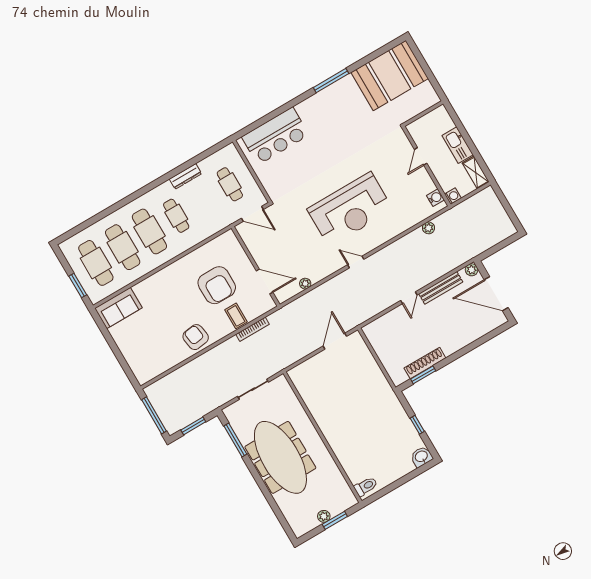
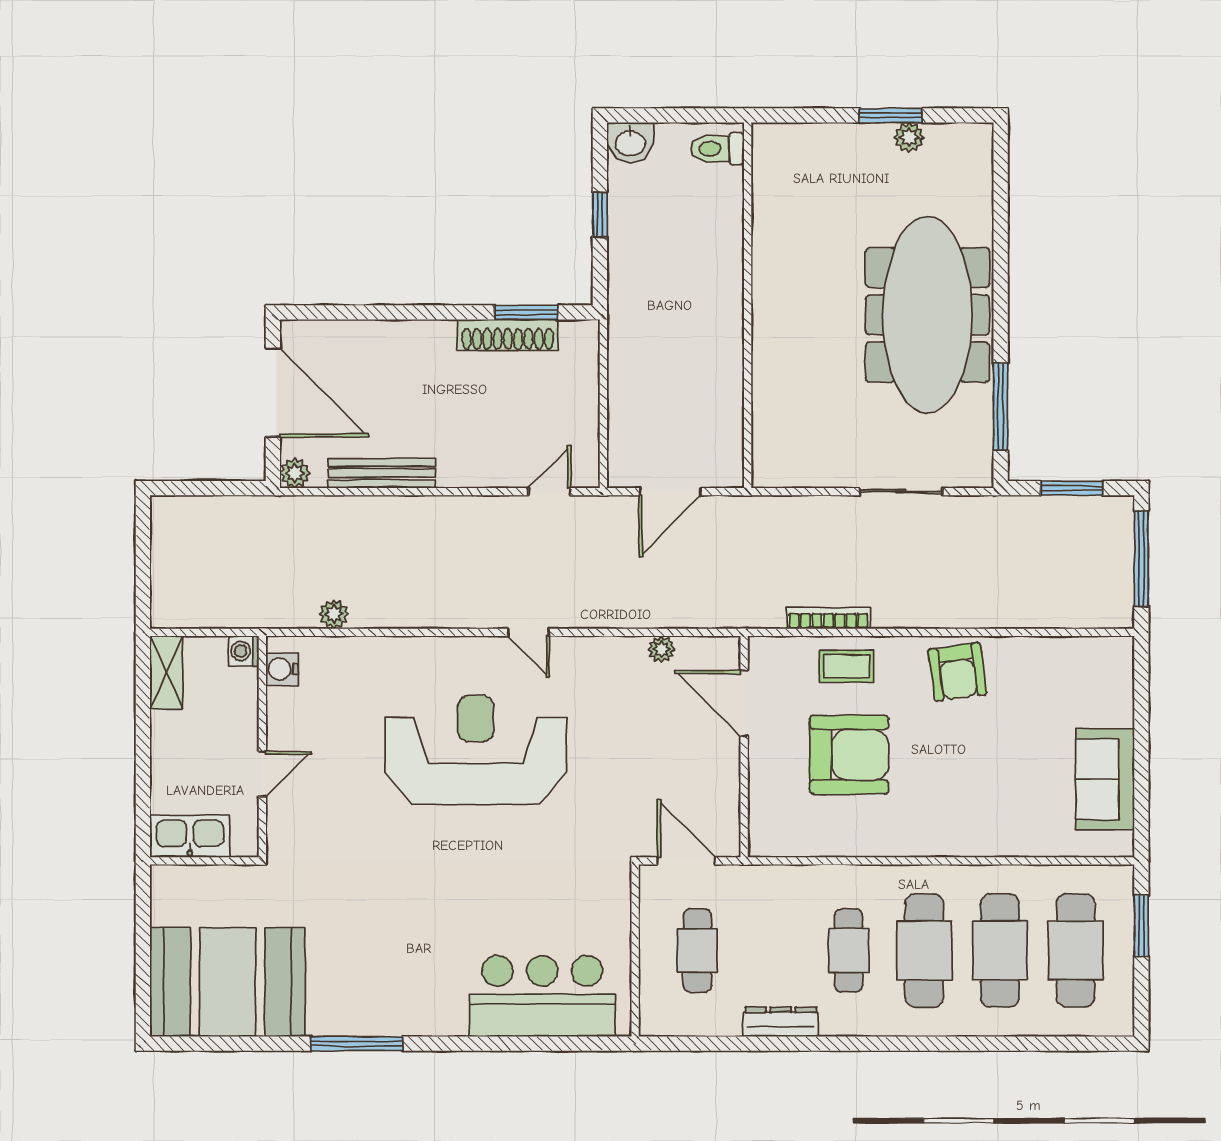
kitchen sink: (458, 145) -> (190, 836), moved, turned -90
armchair: (217, 285) -> (849, 755), turned 90
door: (409, 298) -> (549, 492), moved
sofa: (118, 308) -> (1105, 779), moved, turned -90
coffee table: (236, 316) -> (847, 666), turned 90
wall: (322, 437) -> (748, 305), moved
toilet: (366, 486) -> (717, 149), moved

